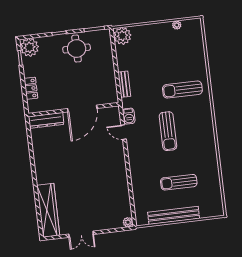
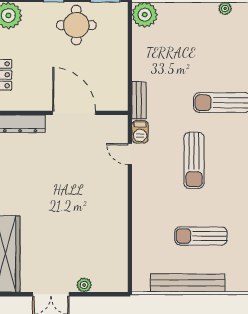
bench: (124, 84) -> (139, 100), moved
door: (82, 109) -> (74, 113), swing flipped
plant: (128, 222) -> (84, 285), moved

